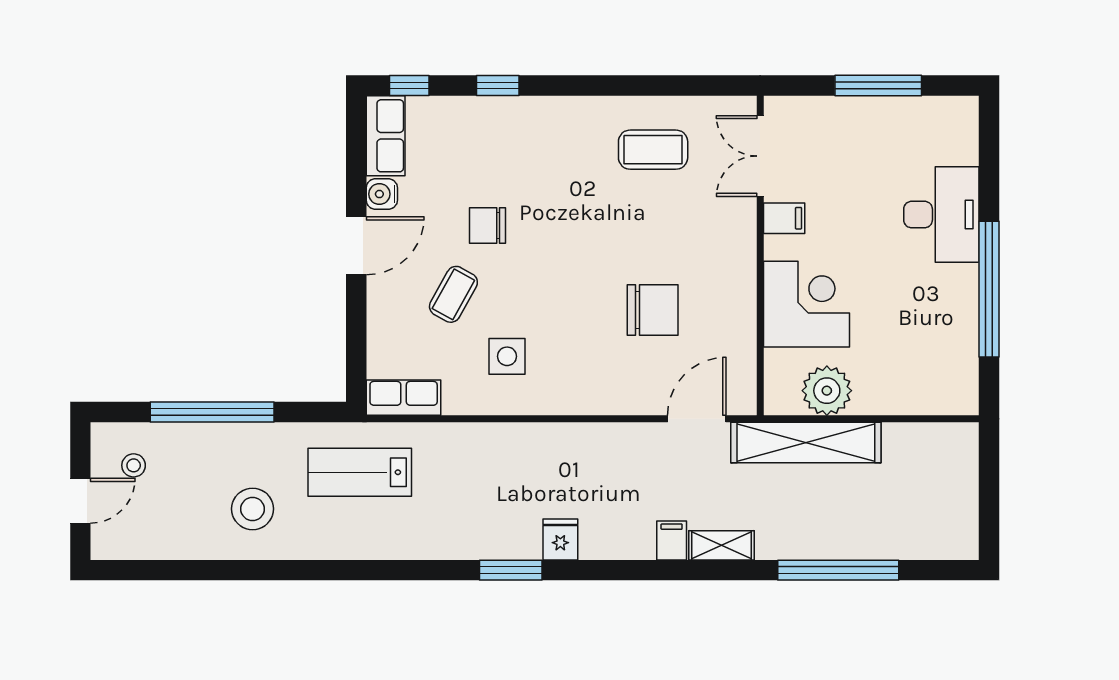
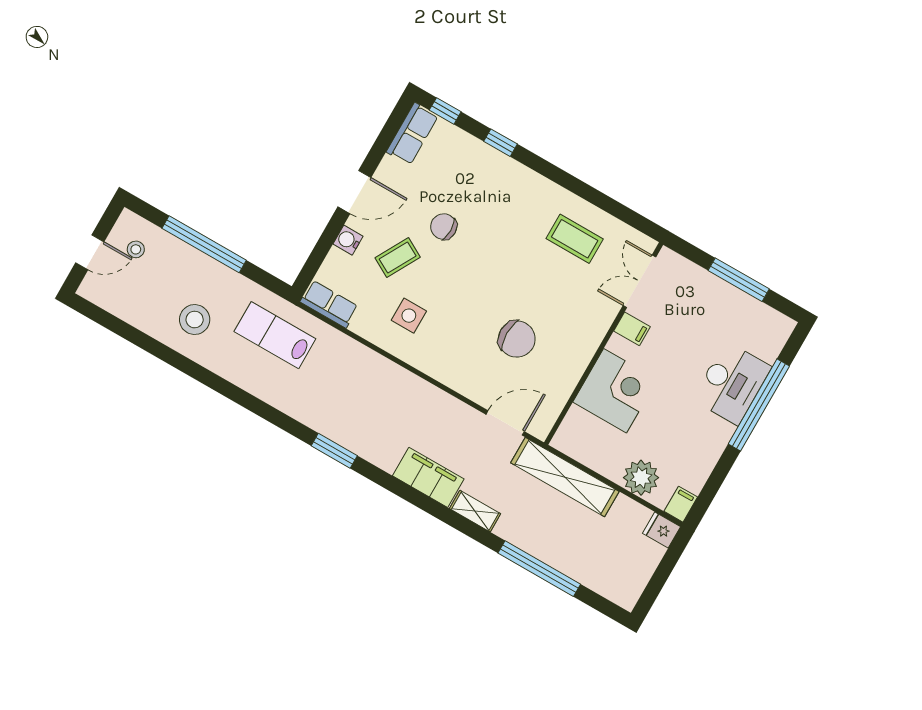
water cooler: (382, 194) -> (348, 240), moved
window: (989, 289) -> (759, 405), moved
plant: (827, 391) -> (641, 478), moved
filing cabinet: (964, 395) -> (681, 504), added
fridge: (560, 539) -> (661, 530), moved, turned -90
filing cabinet: (672, 540) -> (428, 477), width x3.00, depth x1.17

